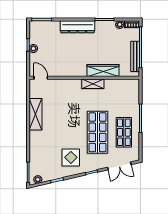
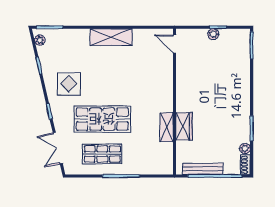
dresser: (78, 27) -> (242, 93), removed
wardrobe: (103, 71) -> (184, 126), width x0.67
door: (41, 78) -> (175, 44), swing flipped
shelving: (93, 84) -> (167, 127), moved
shelving: (36, 114) -> (111, 37), moved

